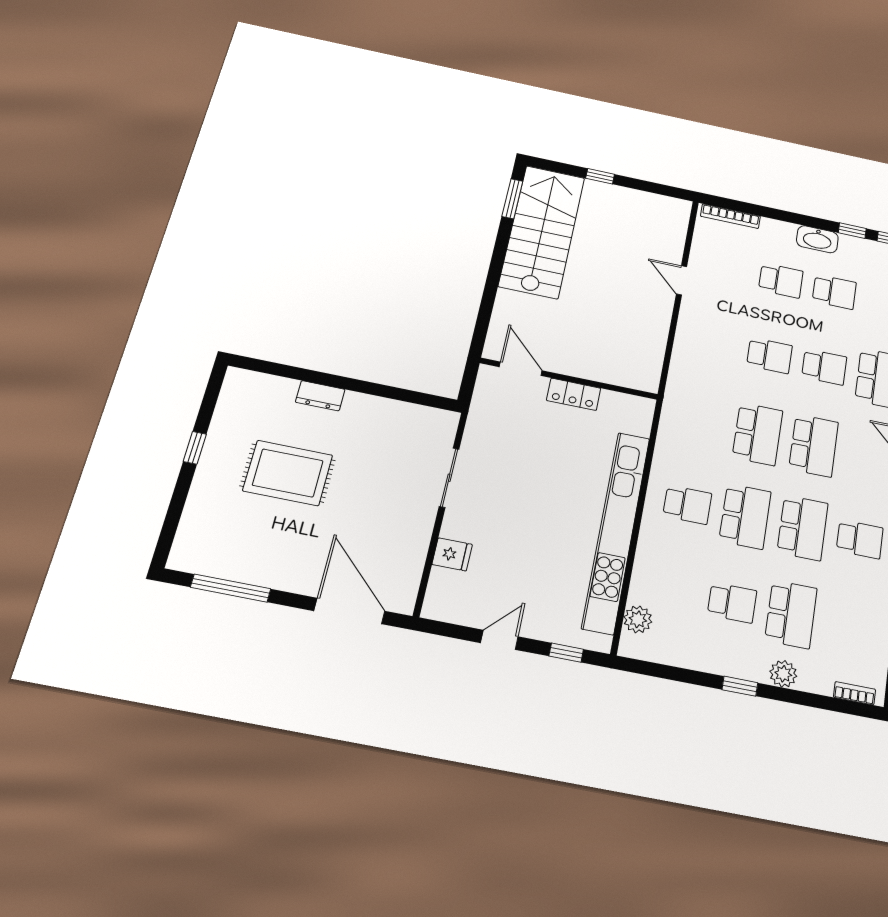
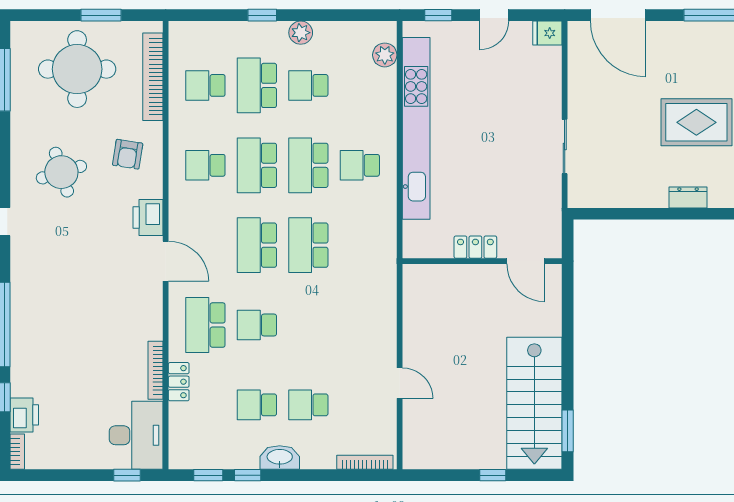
school desk: (769, 355) -> (205, 85), moved
fridge: (452, 554) -> (547, 33), moved
plant: (783, 674) -> (301, 33), moved
window: (740, 686) -> (262, 15), moved
bookcase: (854, 693) -> (195, 28), removed

